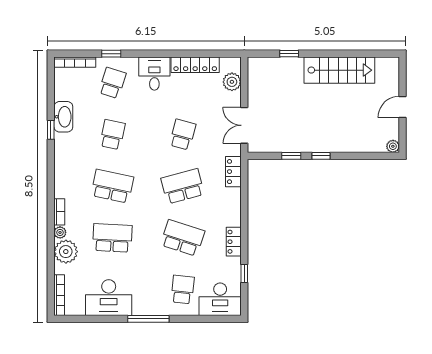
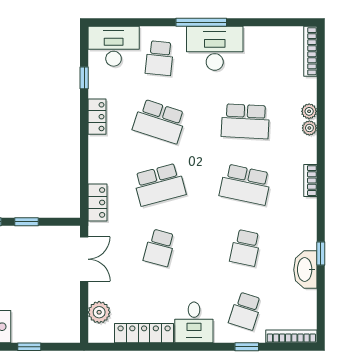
bookcase: (59, 212) -> (310, 181), moved
plant: (66, 252) -> (309, 111), width x0.53, depth x0.53
desk: (109, 298) -> (215, 48), moved

